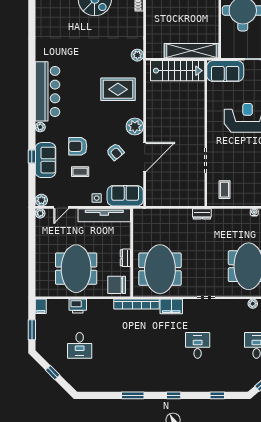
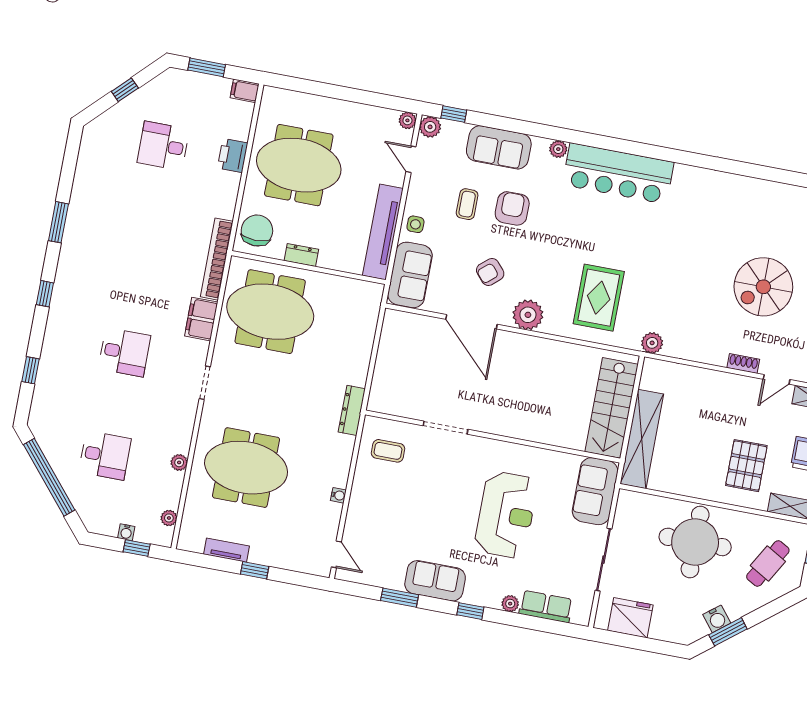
window: (32, 156) -> (454, 114), moved
dresser: (202, 214) -> (352, 410), width x1.44

